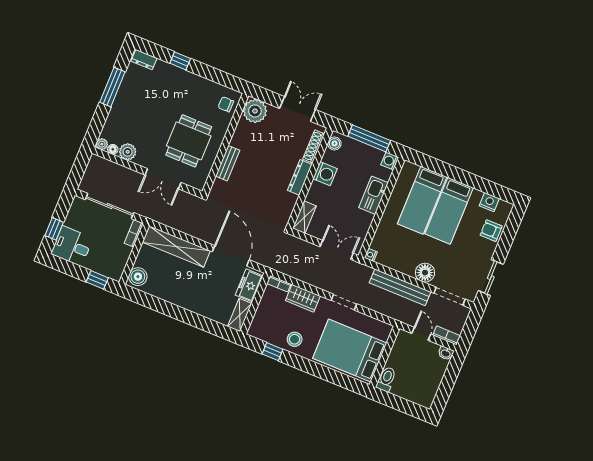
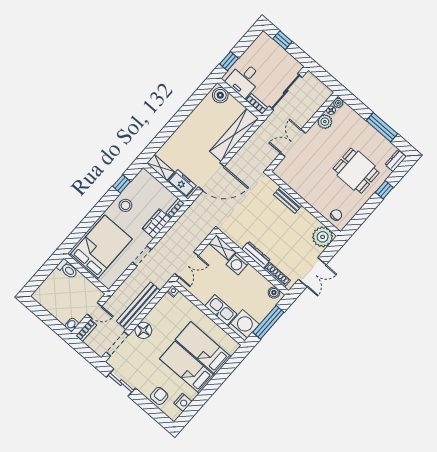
dining table: (189, 141) -> (356, 171), moved
washing machine: (390, 161) -> (244, 325), width x1.89, depth x1.89
washing machine: (325, 174) -> (237, 264), moved
desk: (72, 246) -> (244, 79), moved, turned 180

